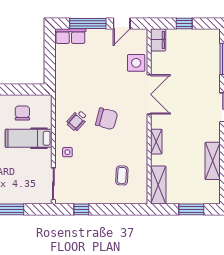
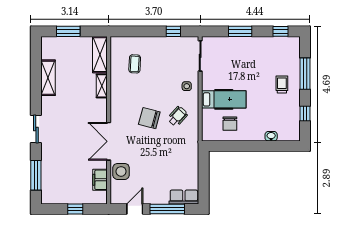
filing cabinet: (158, 40) -> (100, 180), moved
shelving: (156, 142) -> (102, 86), moved

